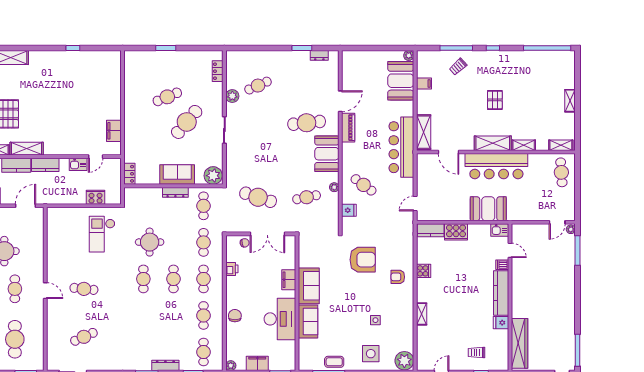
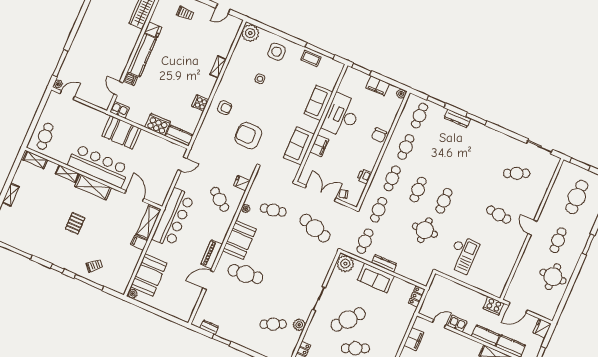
filing cabinet: (424, 83) -> (139, 243), moved
cooker: (96, 197) -> (494, 306), moved
sofa: (309, 286) -> (299, 146), moved

